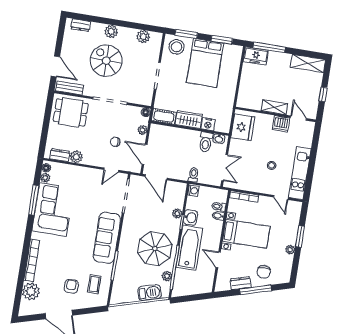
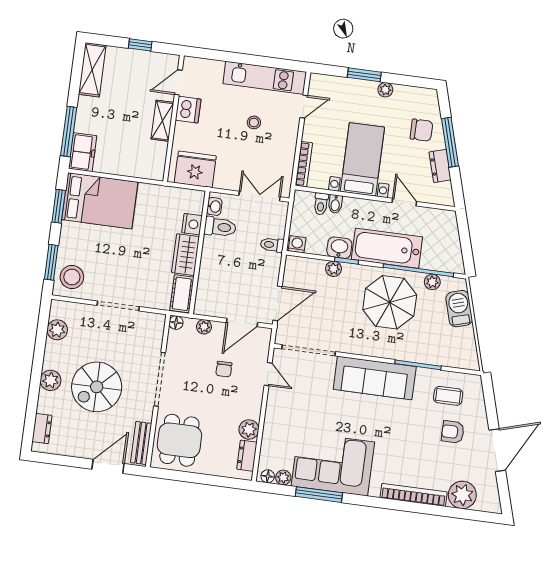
bed: (205, 63) -> (100, 201), moved
door: (218, 260) -> (404, 202), swing flipped

